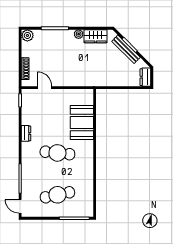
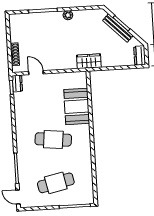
plant: (27, 35) -> (15, 20), removed
wardrobe: (96, 36) -> (89, 61), moved, turned 180
dresser: (26, 133) -> (17, 83), moved

